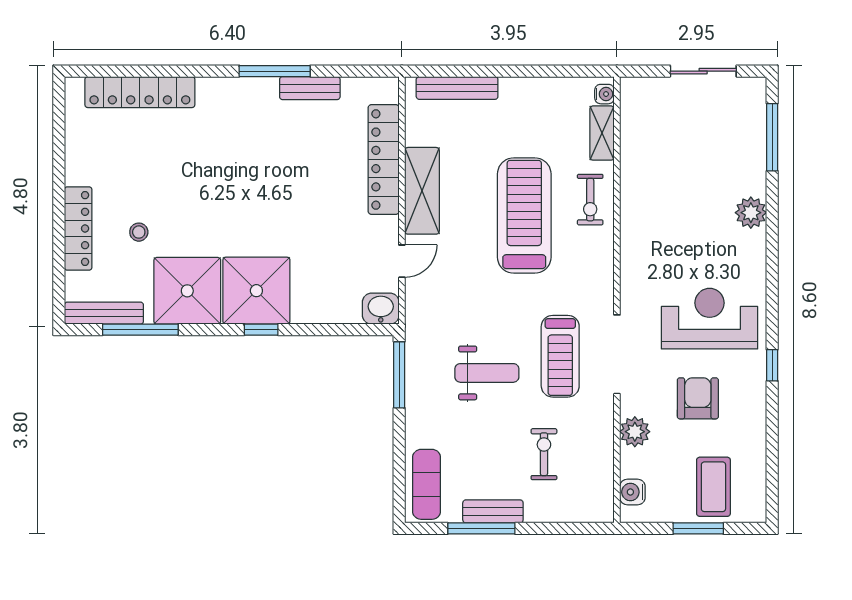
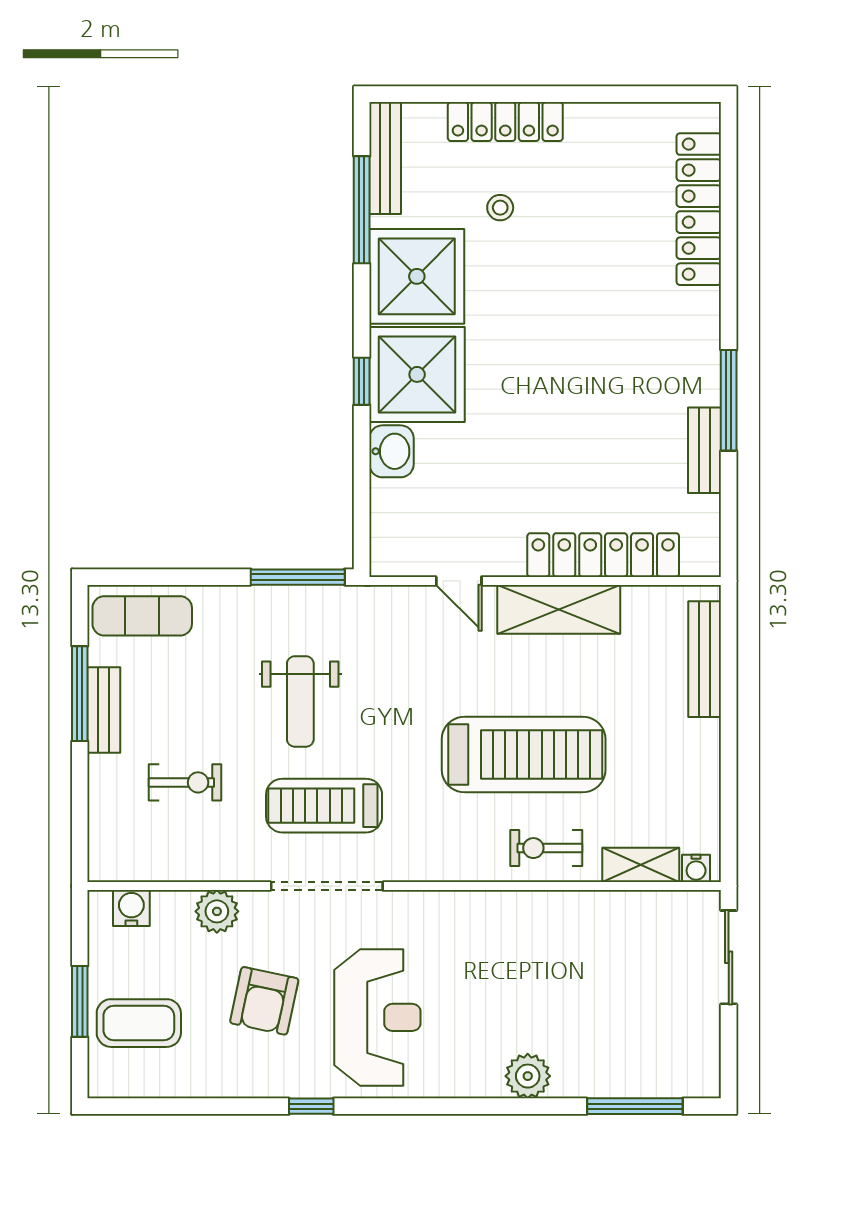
sliding door: (703, 71) -> (729, 957), moved
washbasin: (381, 309) -> (392, 451), moved
armchair: (698, 398) -> (264, 1001), turned 102

